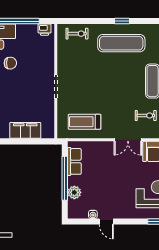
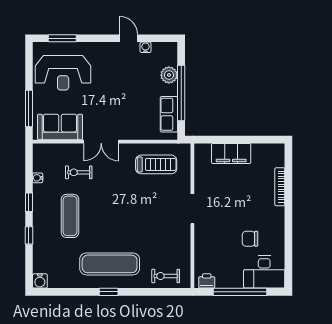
double door: (128, 140) -> (101, 142), swing flipped

